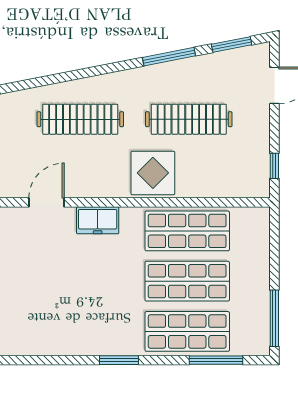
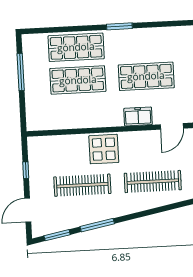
window: (274, 166) -> (26, 170), moved
shop shelf: (187, 231) -> (146, 76), moved
window: (274, 318) -> (21, 72), moved
window: (216, 360) -> (56, 30), removed

